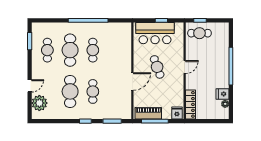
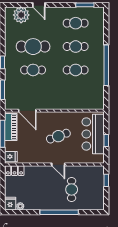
cafe table: (199, 33) -> (72, 189), moved
cafe table: (70, 50) -> (76, 47), width x0.73, depth x0.74
door: (132, 81) -> (27, 111), moved
fridge: (223, 94) -> (10, 204), moved
locker: (191, 104) -> (15, 171), width x0.66

